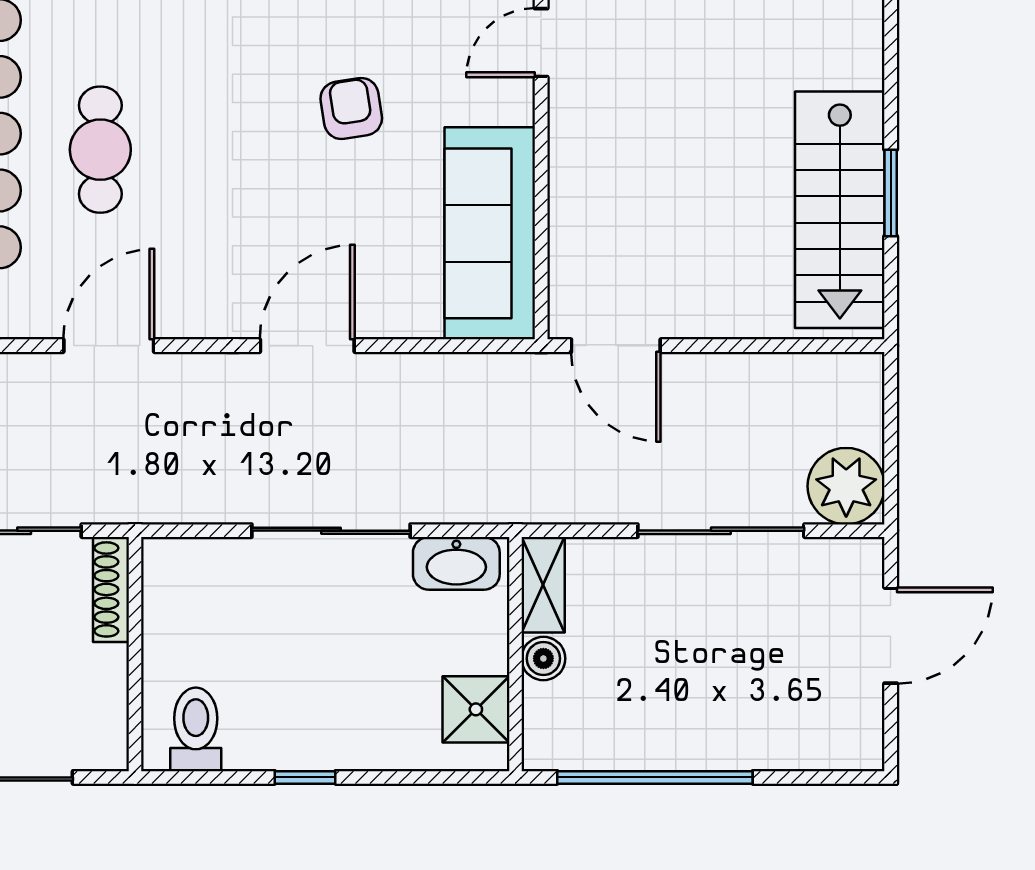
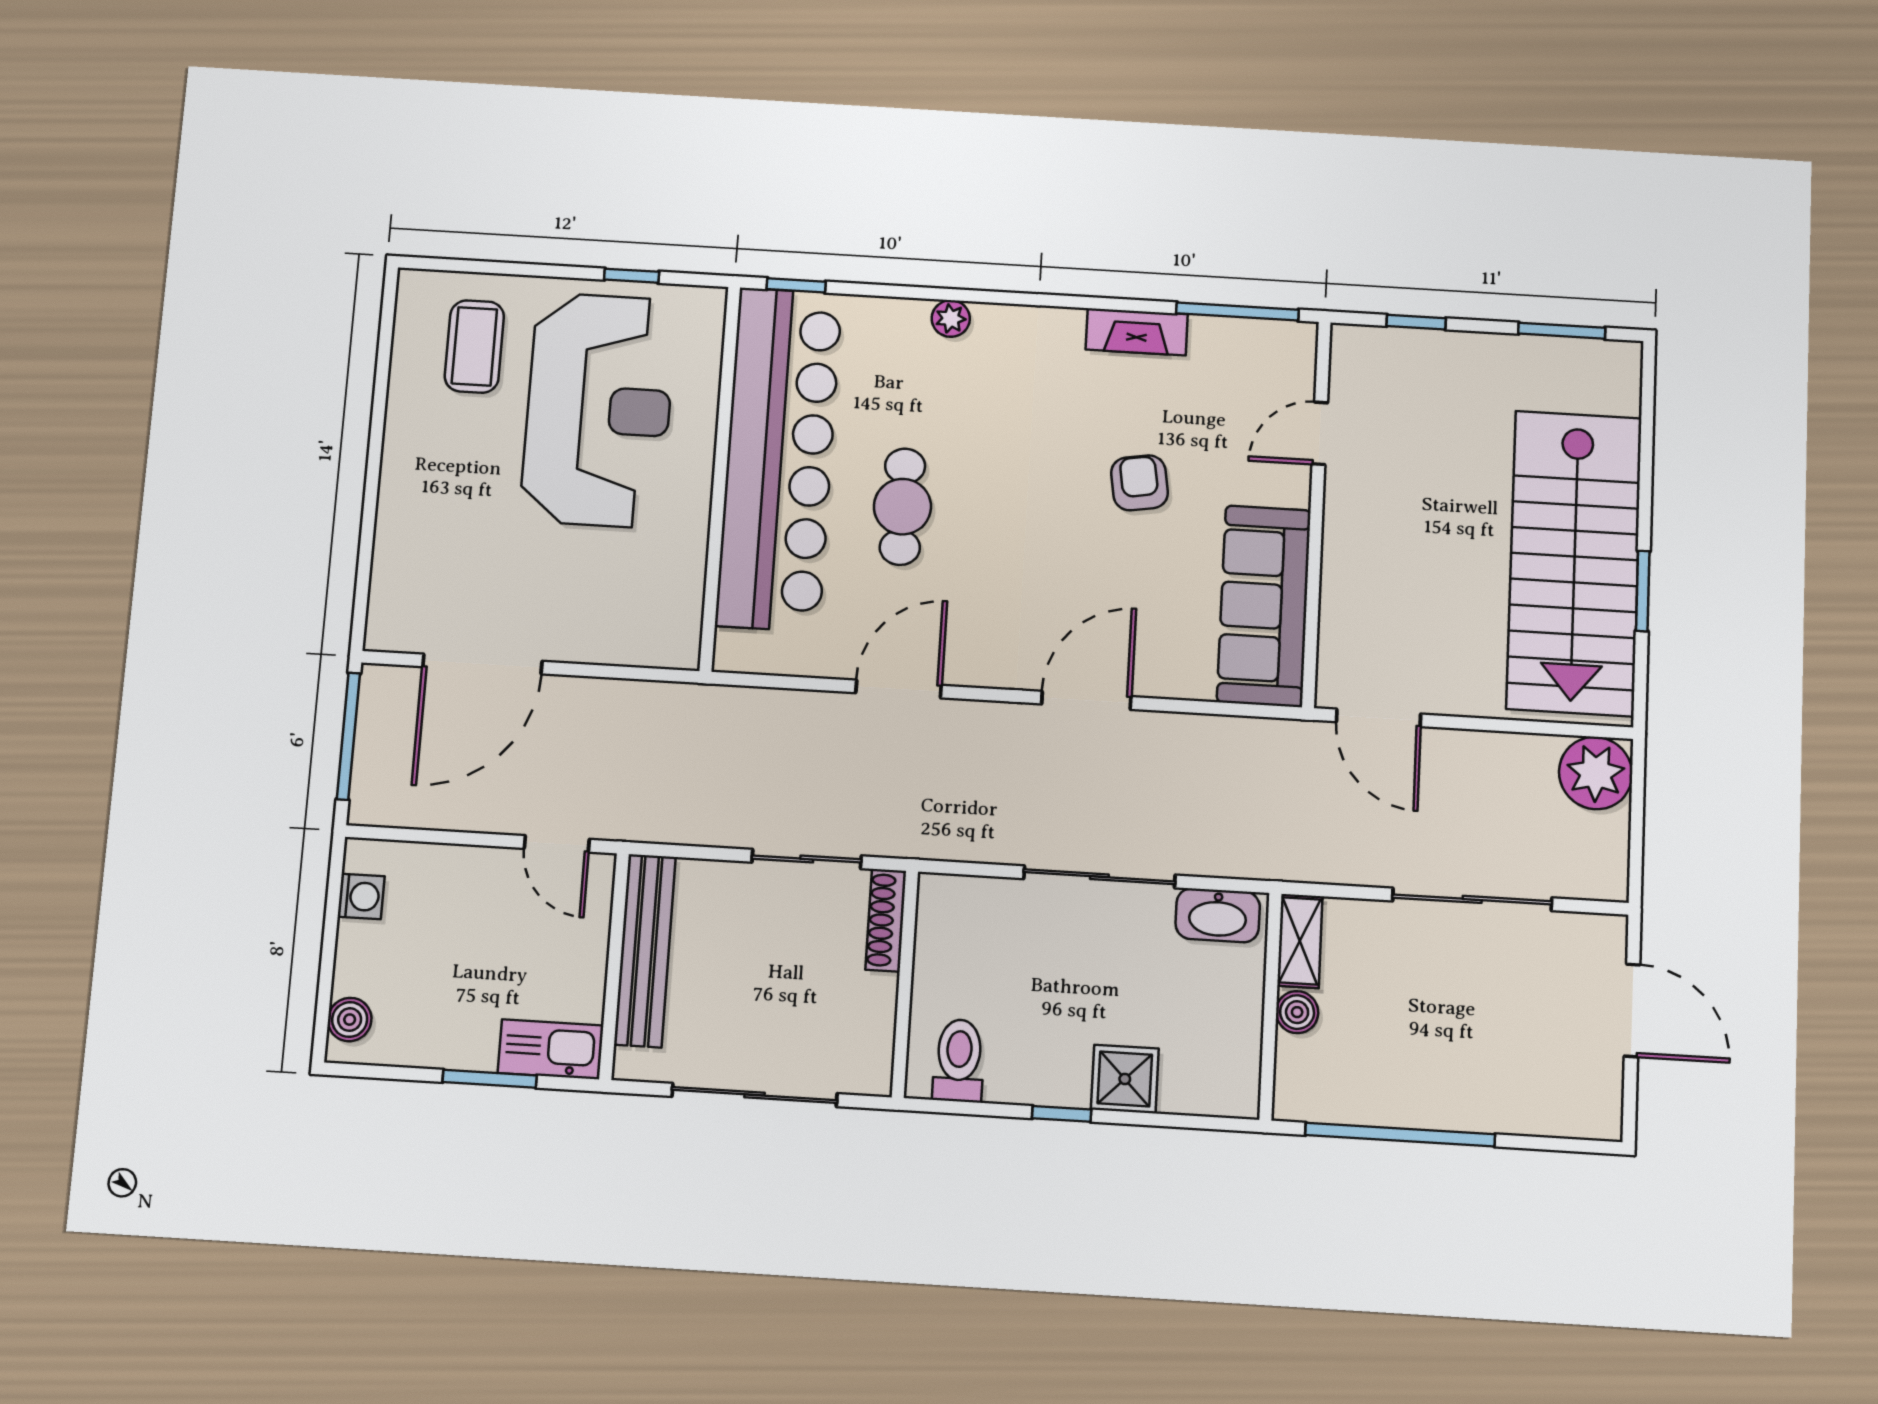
stairs: (840, 210) -> (1574, 563), width x1.36, depth x1.51
plant: (846, 486) -> (1596, 773), moved
door: (891, 636) -> (1632, 1010), hinge flipped
shower: (476, 709) -> (1125, 1079), moved

